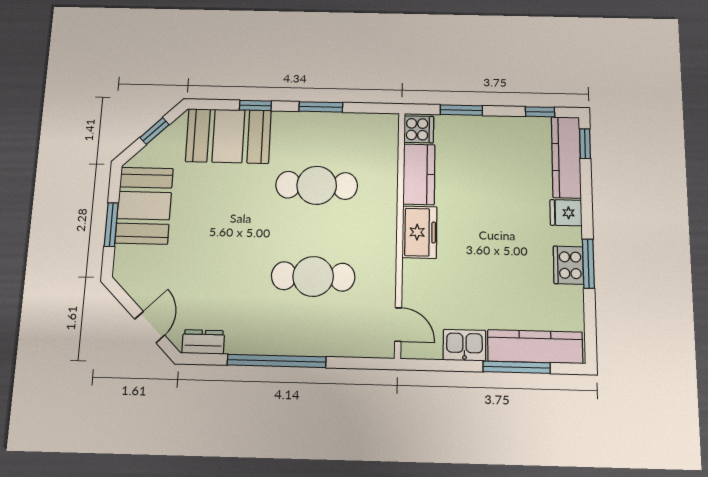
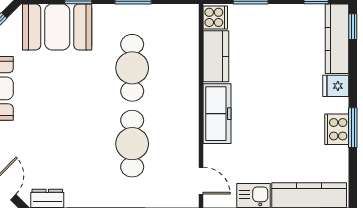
cafe table: (317, 185) -> (132, 68), turned 90
freezer: (420, 232) -> (217, 114), width x1.40
cafe table: (313, 276) -> (132, 144), turned 90

